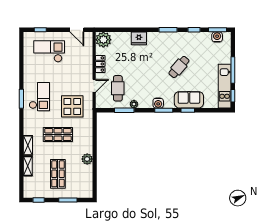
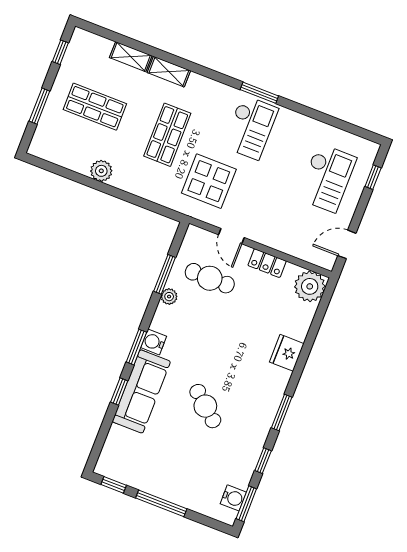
kitchen unit: (225, 86) -> (137, 477), removed
checkout: (39, 97) -> (250, 127), turned -90
sofa: (189, 100) -> (141, 391), width x1.36

